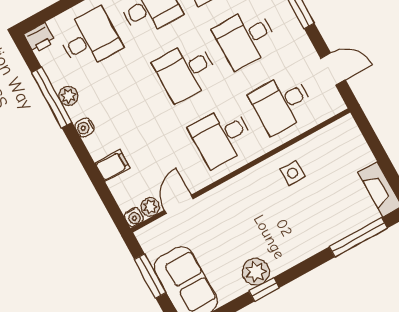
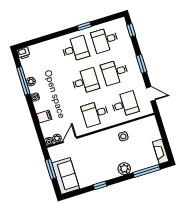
desk: (90, 39) -> (46, 58), removed
desk: (186, 71) -> (85, 81), turned 180
desk: (282, 103) -> (125, 104), turned 180
plant: (256, 272) -> (124, 169), moved

